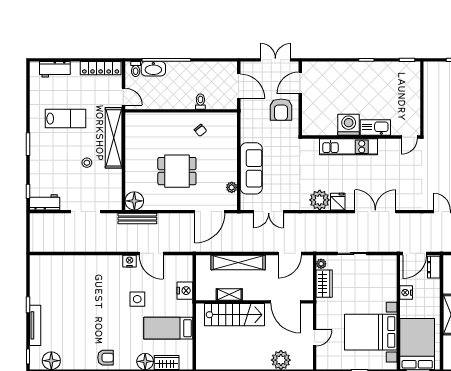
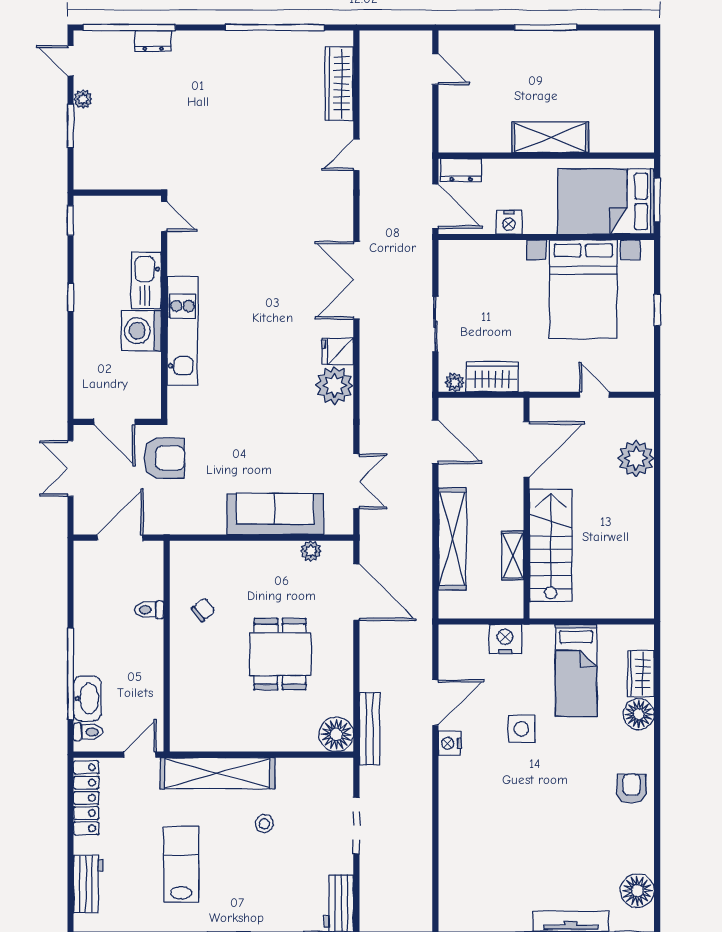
washing machine: (349, 125) -> (141, 331), moved
kitchen sink: (375, 128) -> (146, 280), moved
wall: (361, 137) -> (164, 307), moved
door: (409, 137) -> (164, 217), moved
kitchen unit: (348, 147) -> (182, 331), moved

